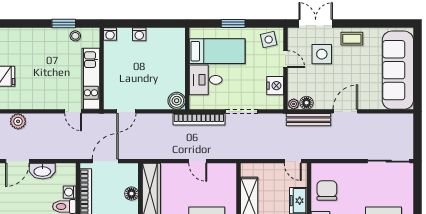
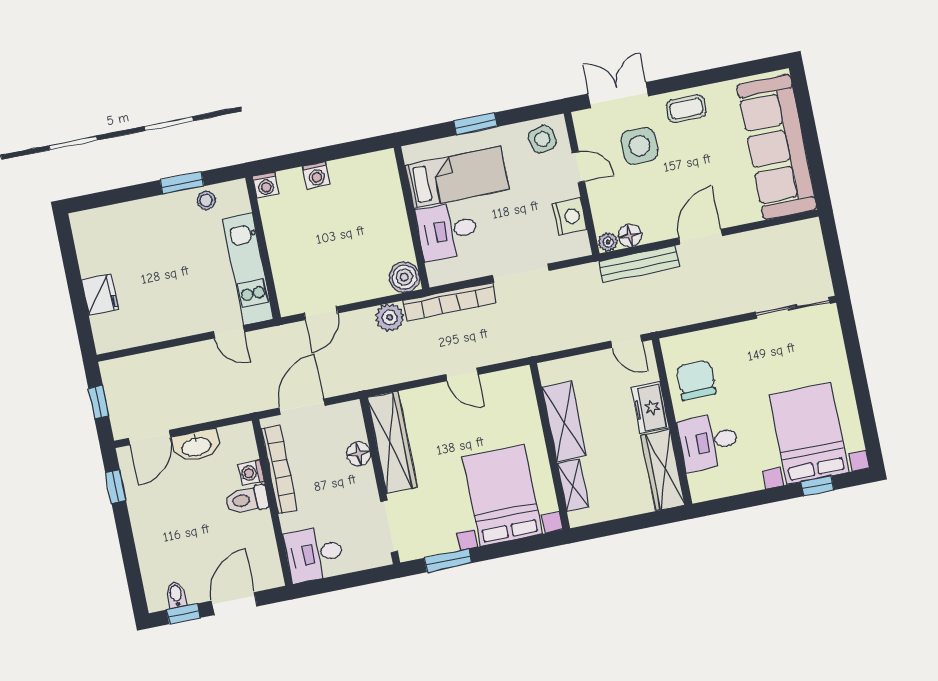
plant: (18, 121) -> (390, 317), moved

